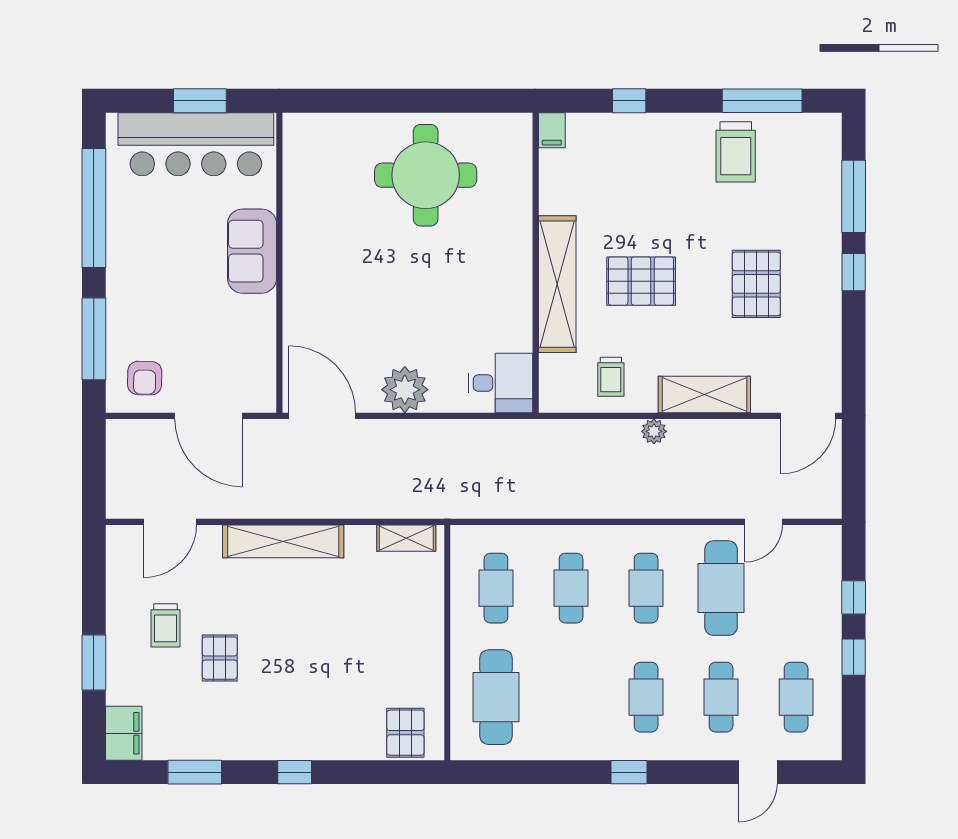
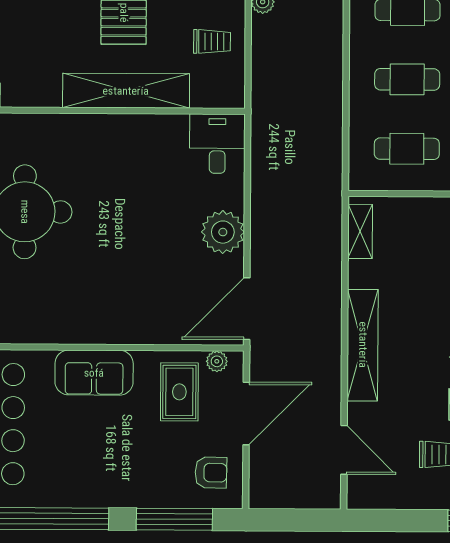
rug: (232, 343) -> (179, 392), added
plant: (265, 384) -> (217, 361), added

